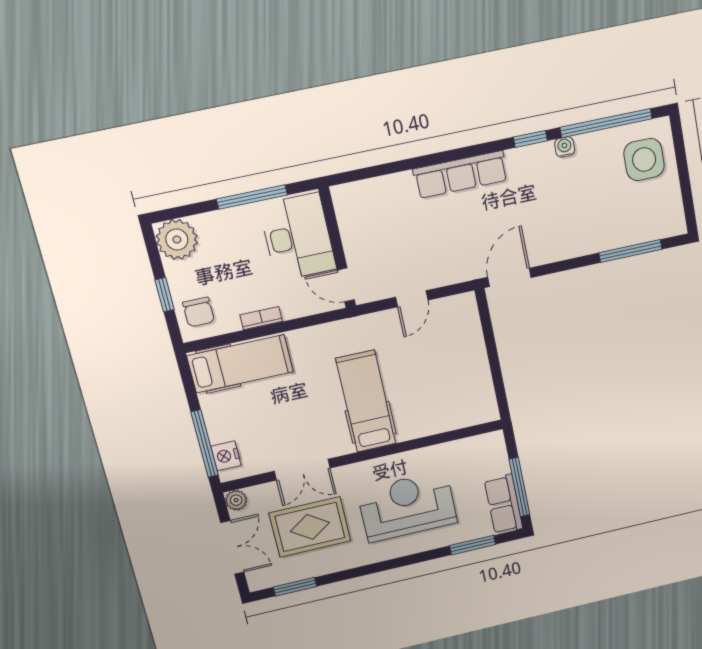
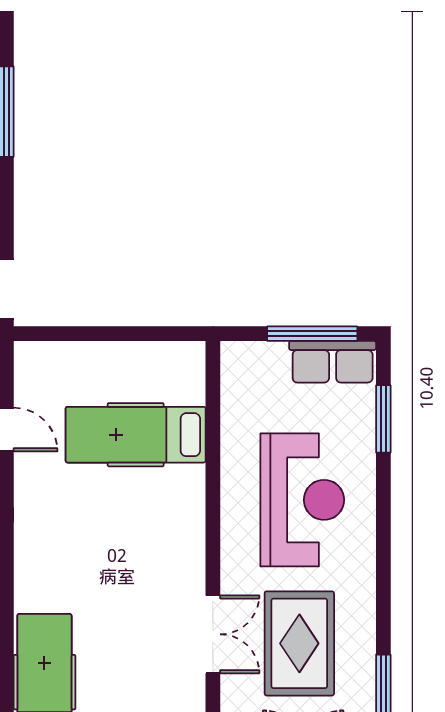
hospital bed: (366, 401) -> (136, 435), moved
reception desk: (407, 506) -> (302, 500), turned 180

